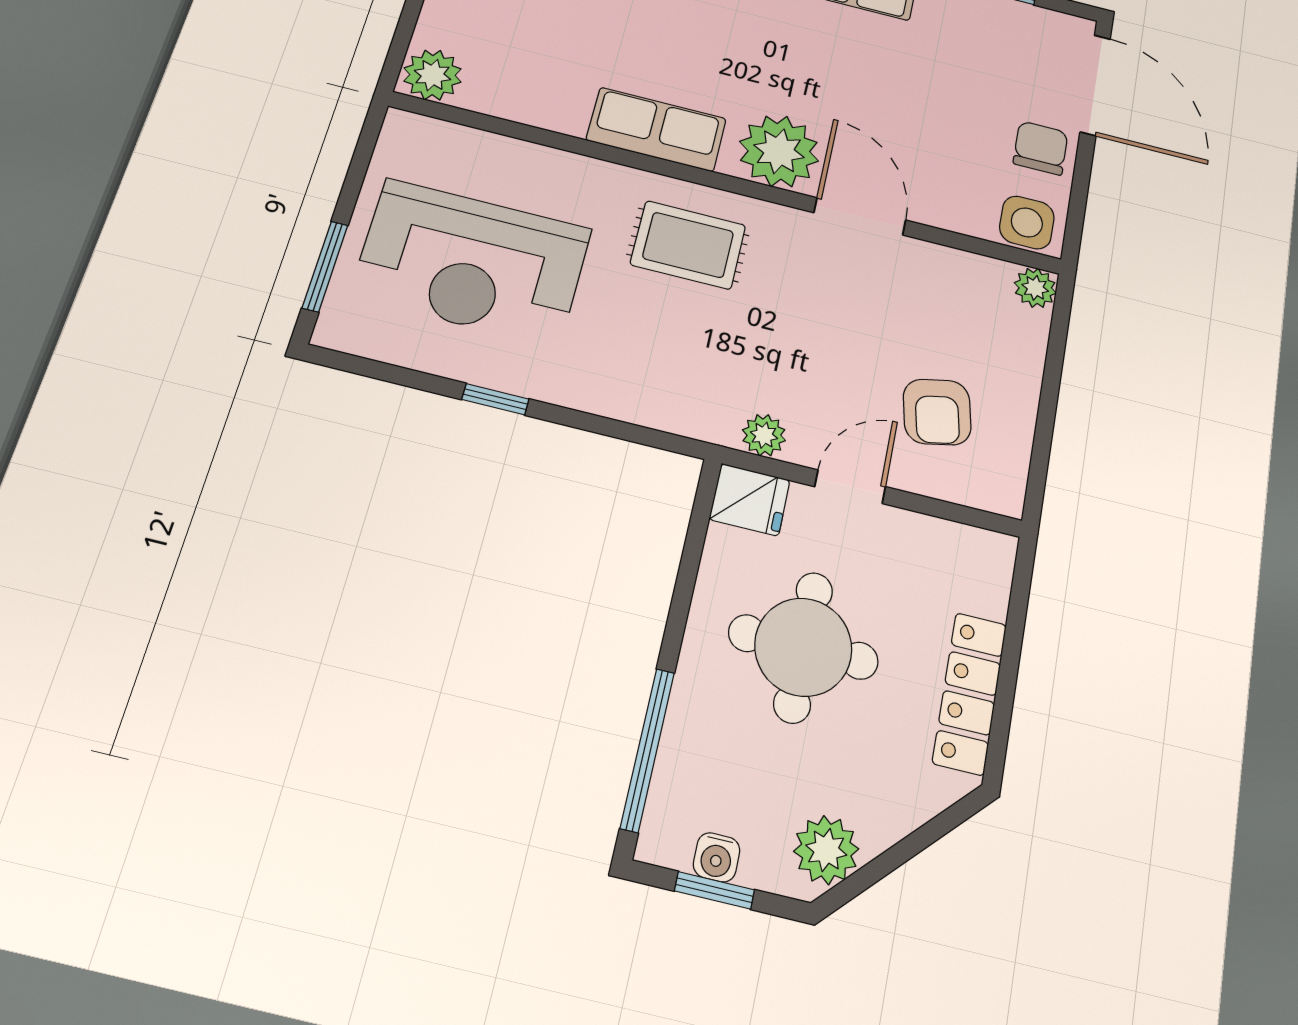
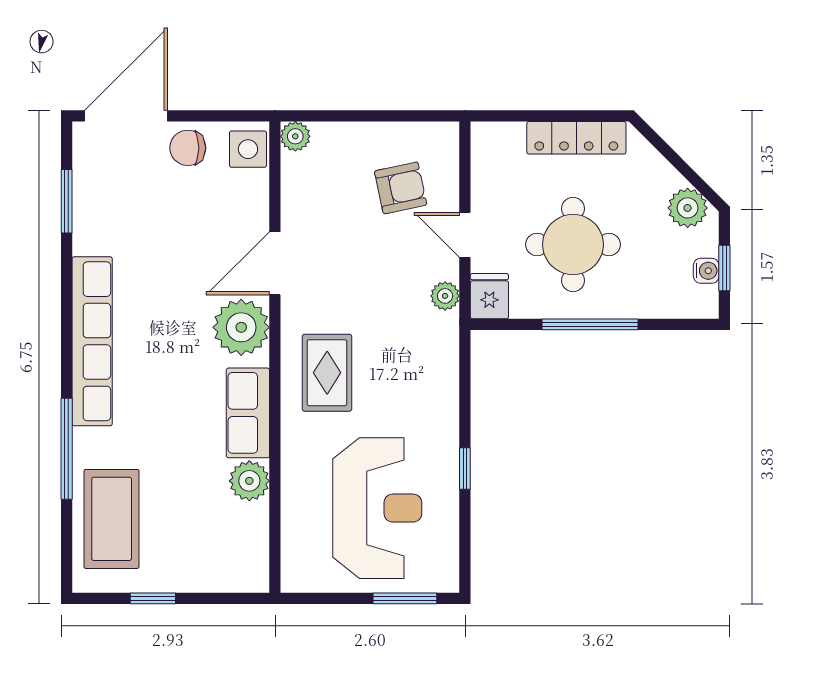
plant: (432, 75) -> (249, 481), moved
window: (647, 750) -> (590, 324), moved

